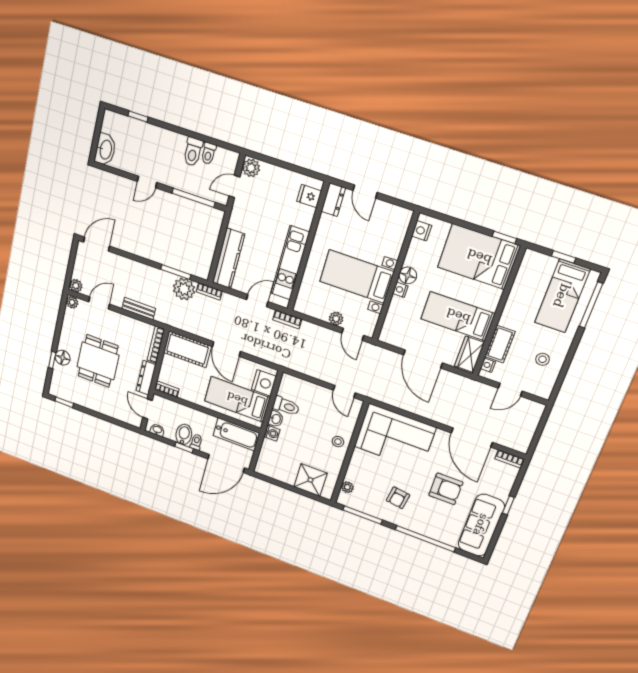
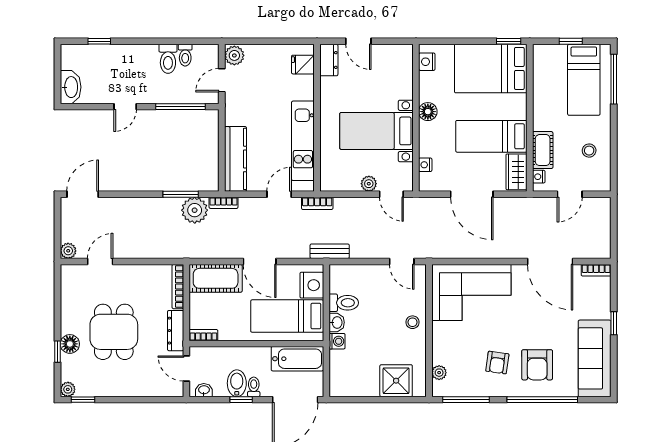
nightstand: (400, 290) -> (425, 165), moved
plant: (72, 302) -> (68, 389), moved
bench: (139, 309) -> (330, 251), moved
armchair: (446, 489) -> (537, 365), moved, turned 90

